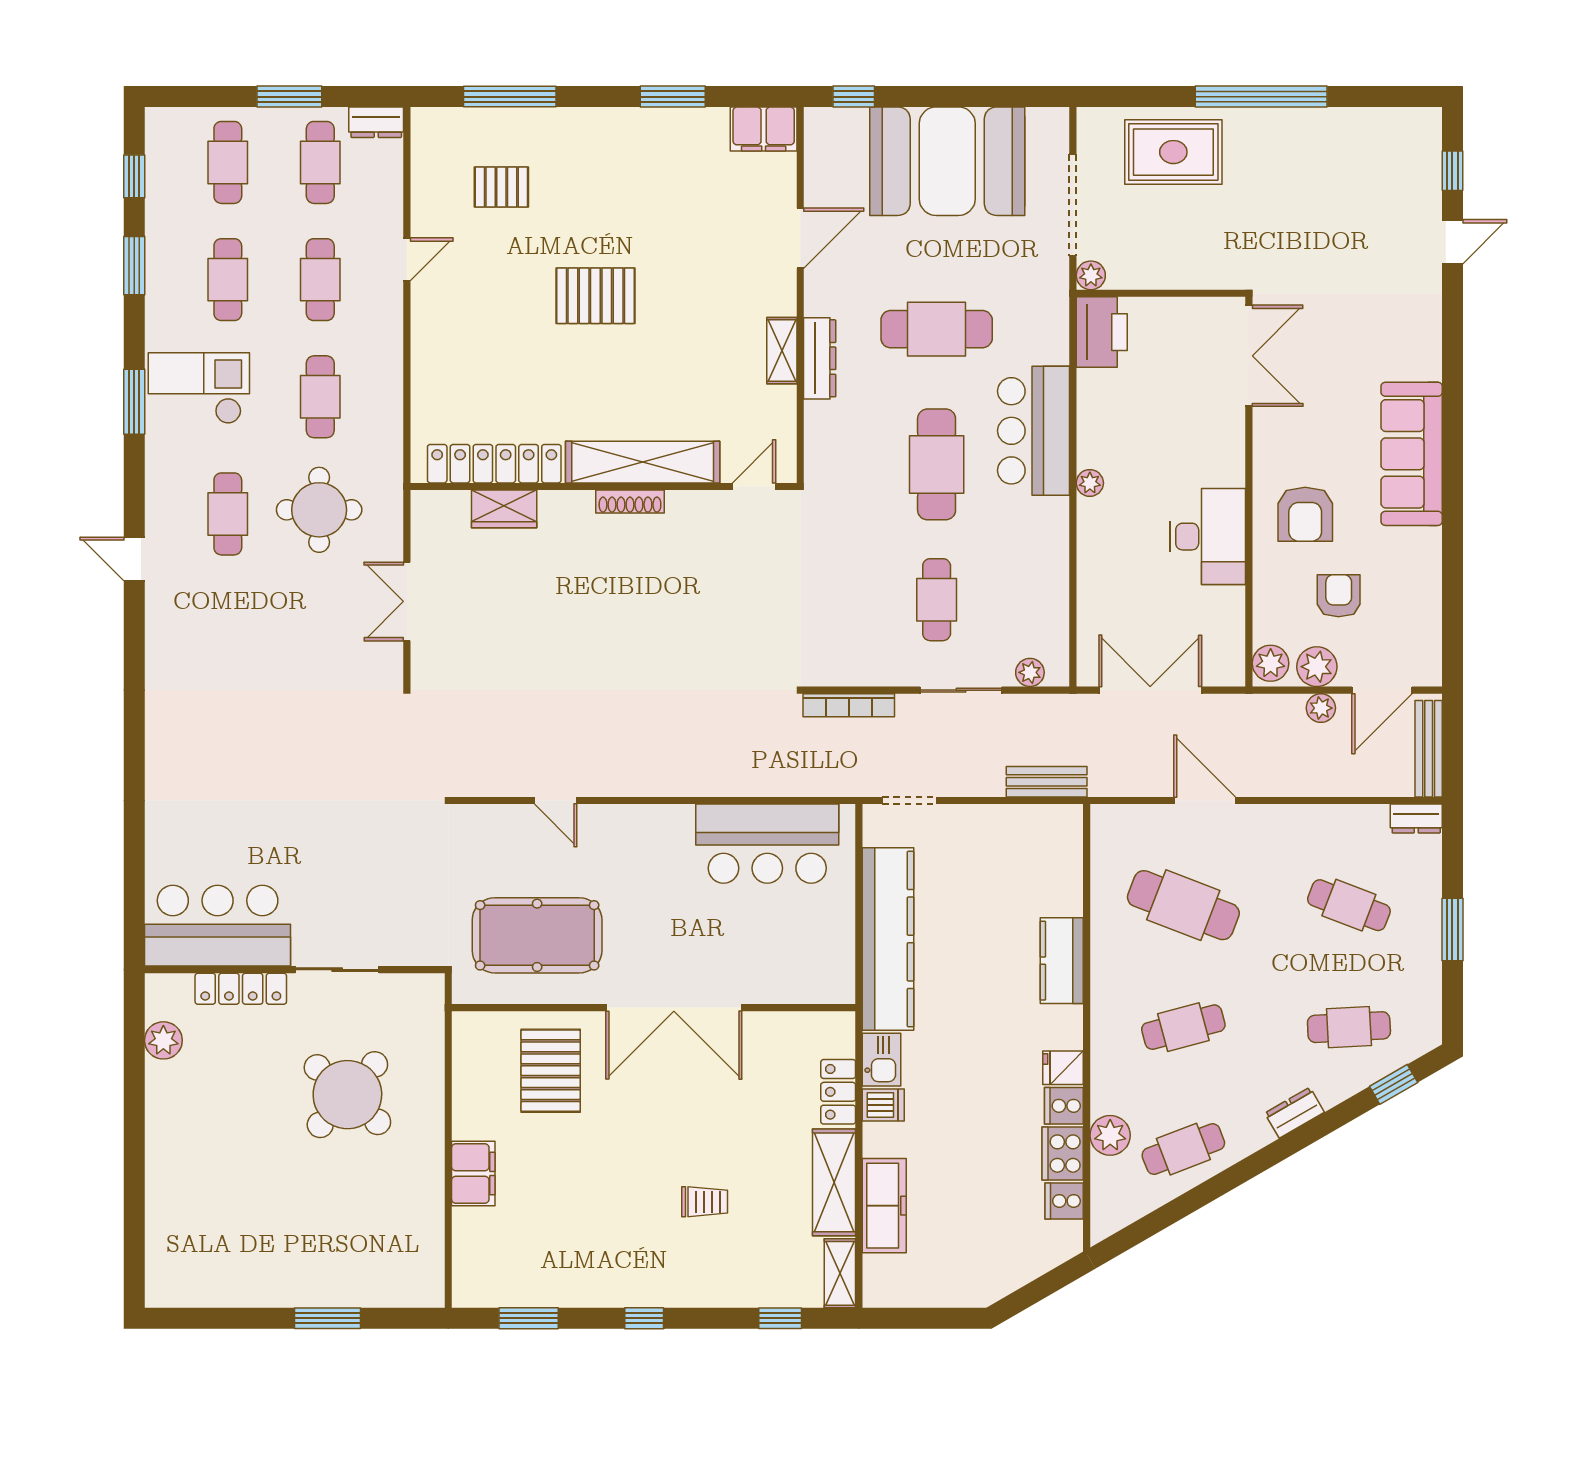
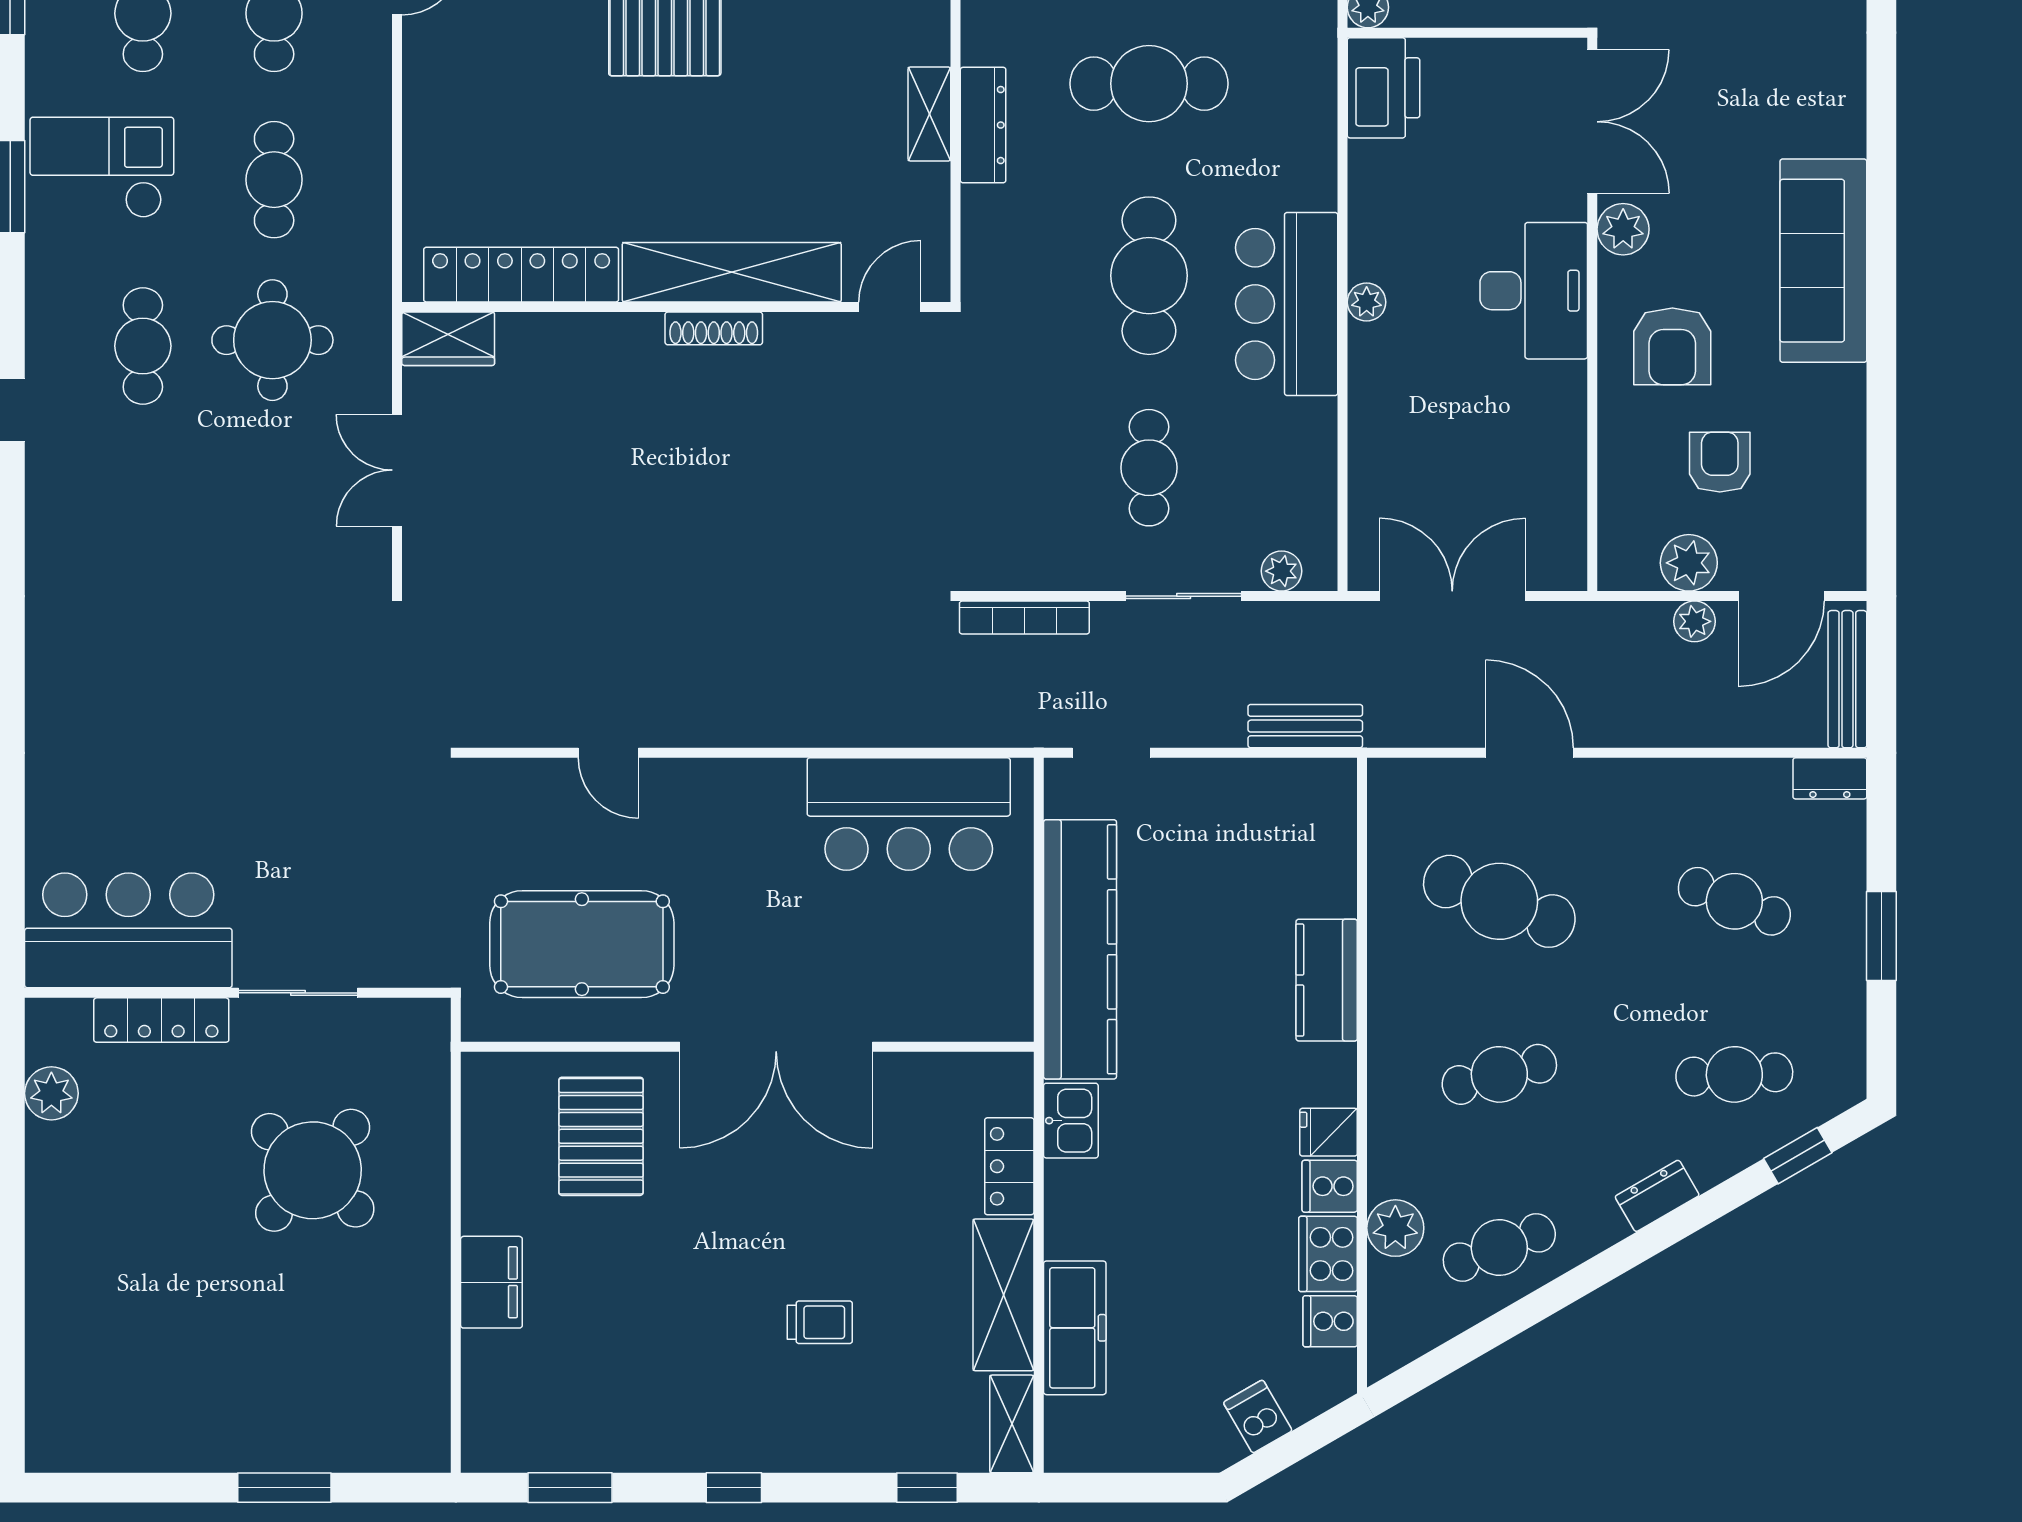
bar counter: (1034, 431) -> (1287, 304), moved
wardrobe: (504, 509) -> (448, 339), moved
desk: (1208, 537) -> (1534, 291), moved
plant: (1271, 663) -> (1623, 229), moved
dishwasher: (883, 1105) -> (1258, 1416), moved, turned -120

